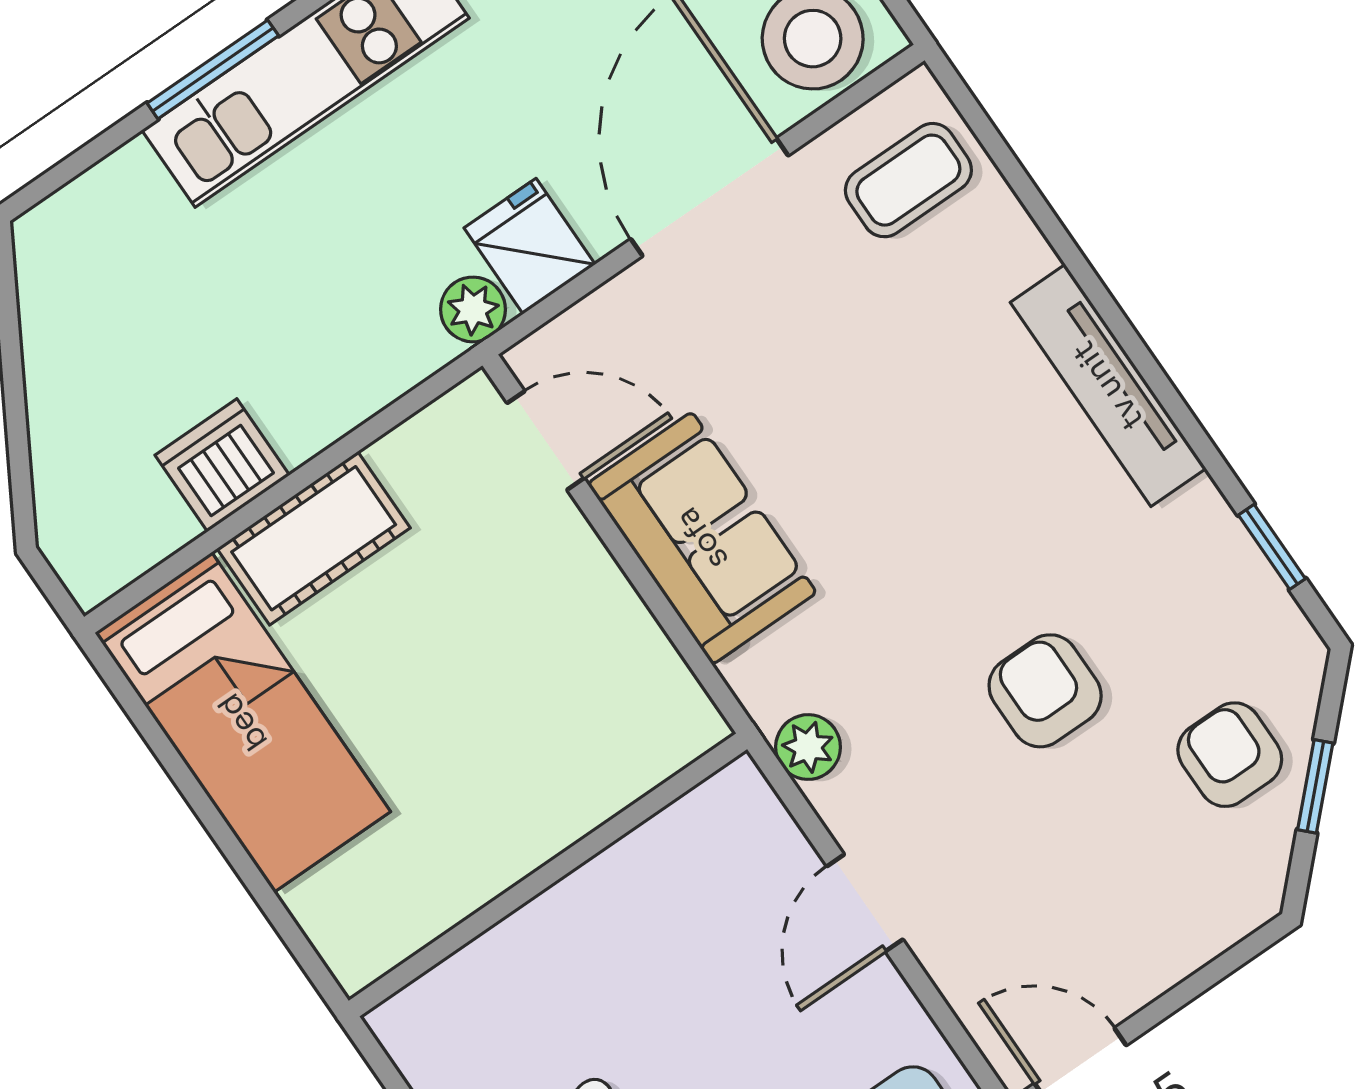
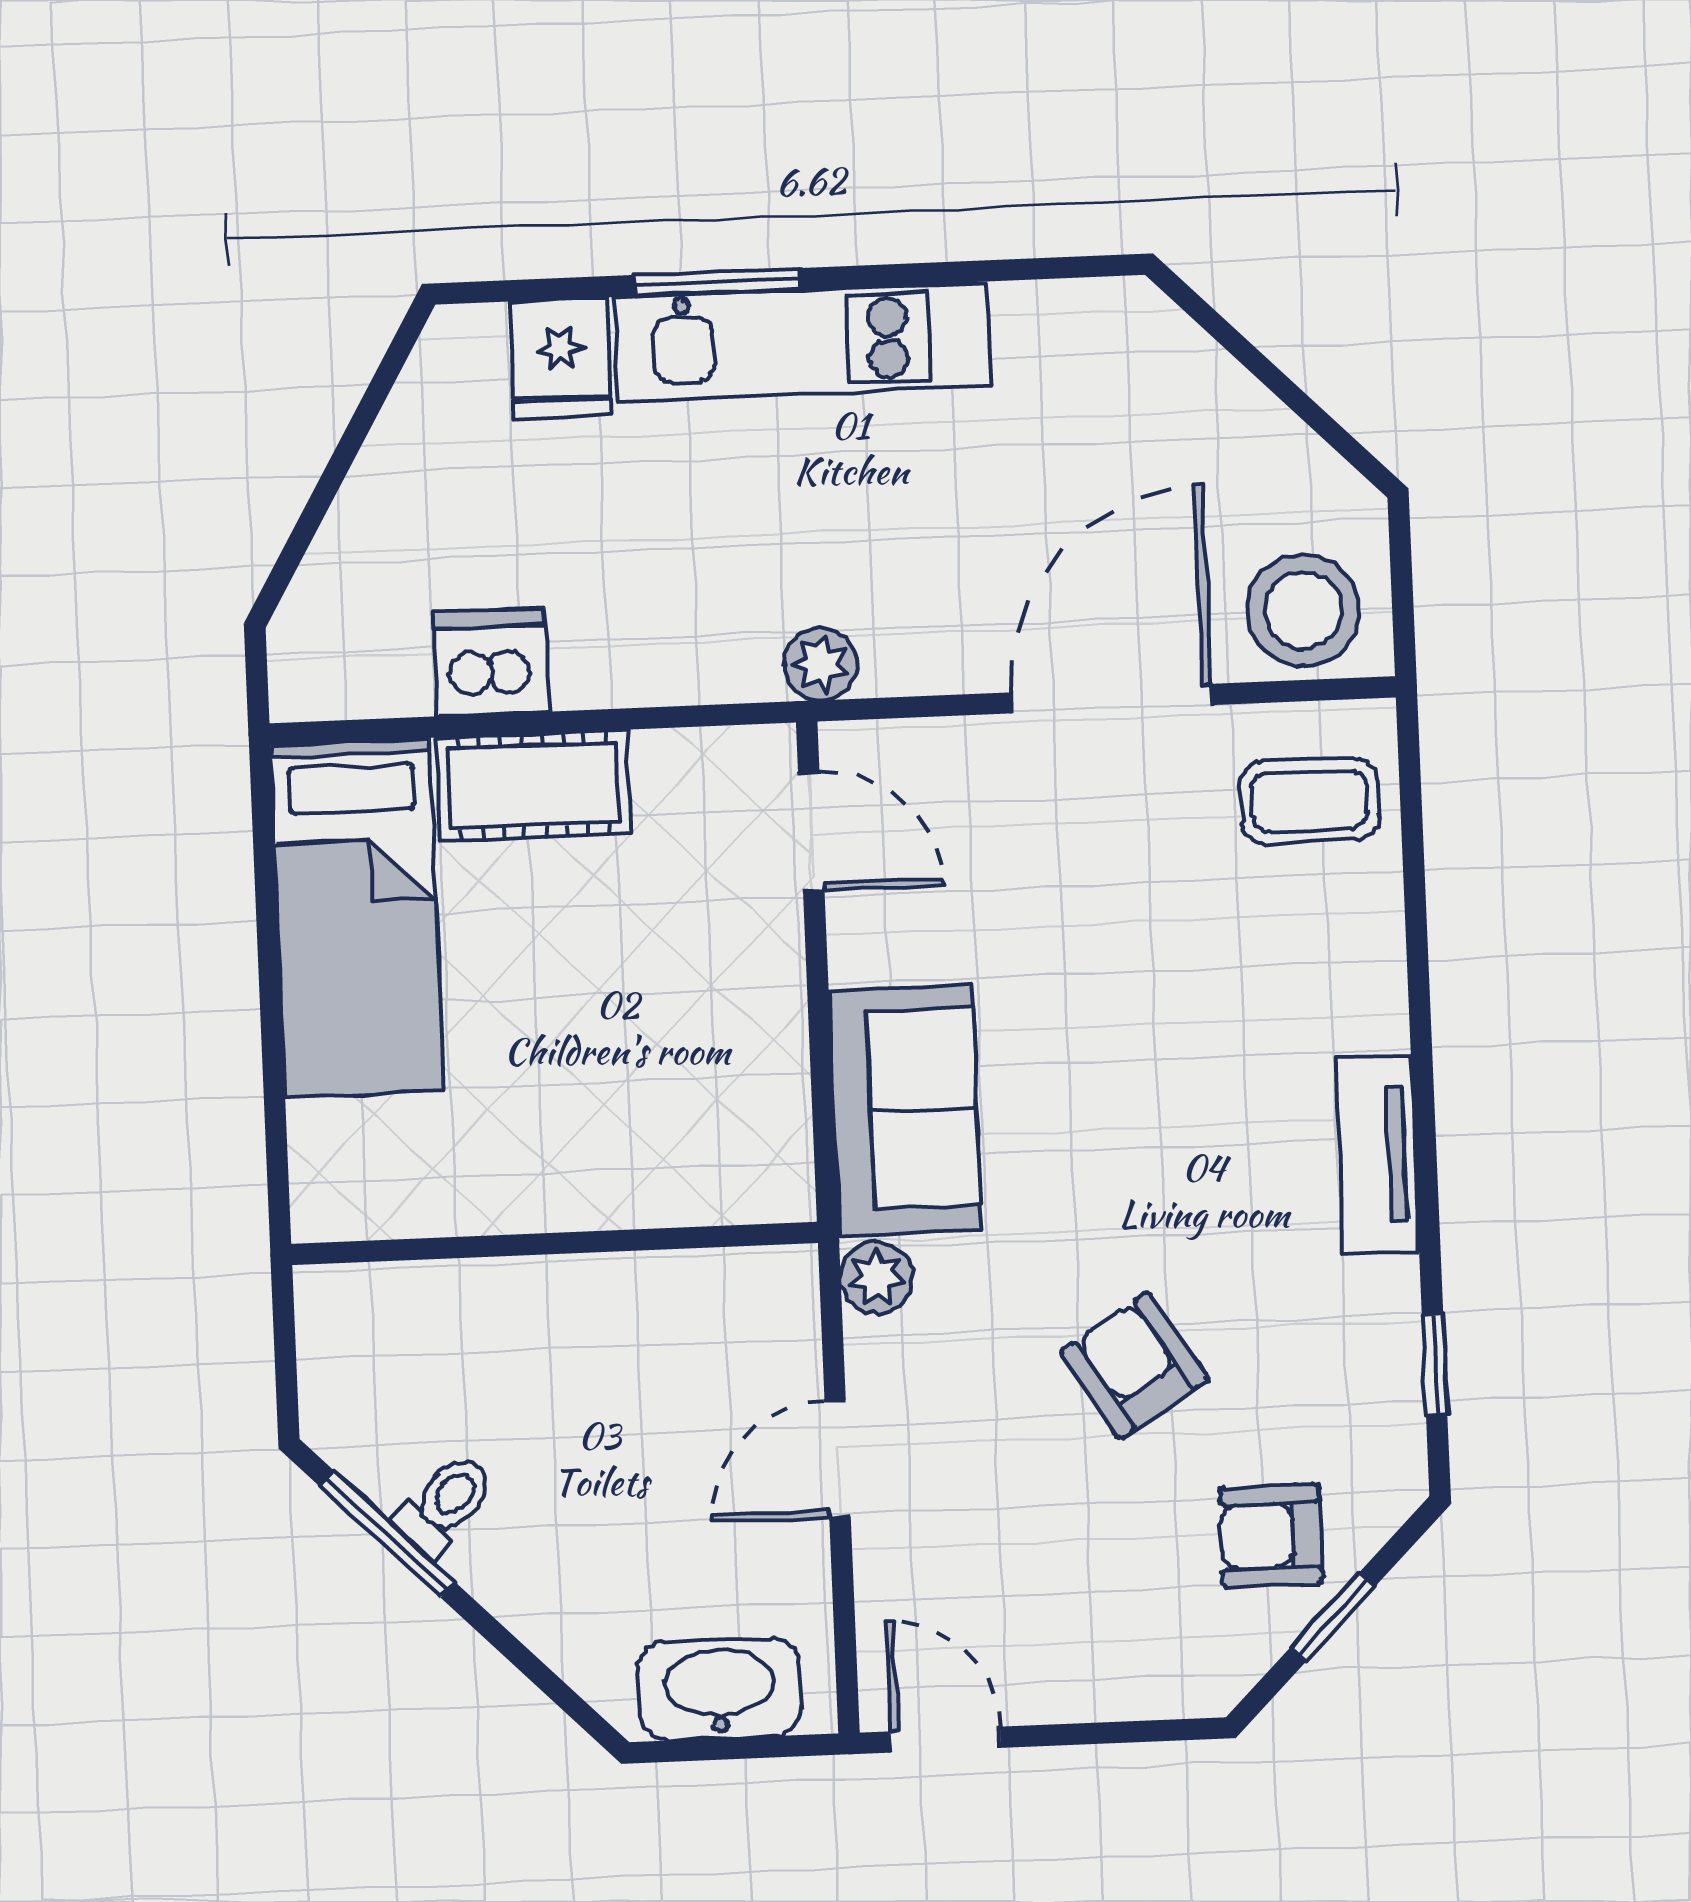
fridge: (530, 246) -> (560, 358), moved, turned 180
tv unit: (1108, 385) -> (1378, 1154), width x0.71
sofa: (702, 538) -> (905, 1110), moved
armchair: (1045, 691) -> (1134, 1365), turned -32
armchair: (1230, 755) -> (1271, 1536), turned -90

